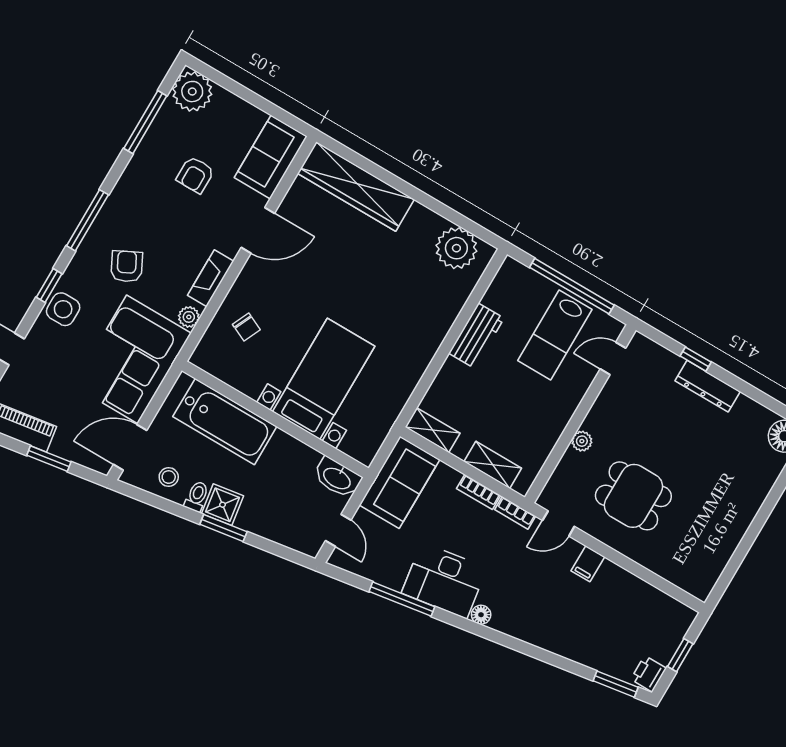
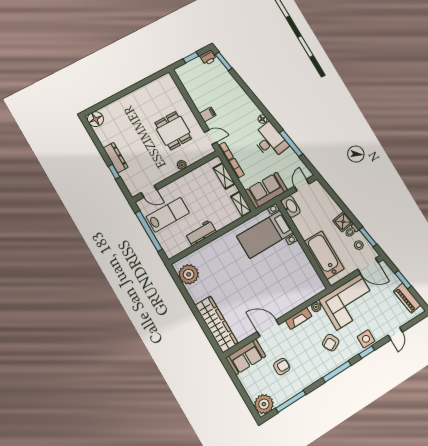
chair: (246, 327) -> (295, 290), removed
bed with nightstands: (324, 379) -> (265, 234), moved
window: (223, 528) -> (368, 237), moved

